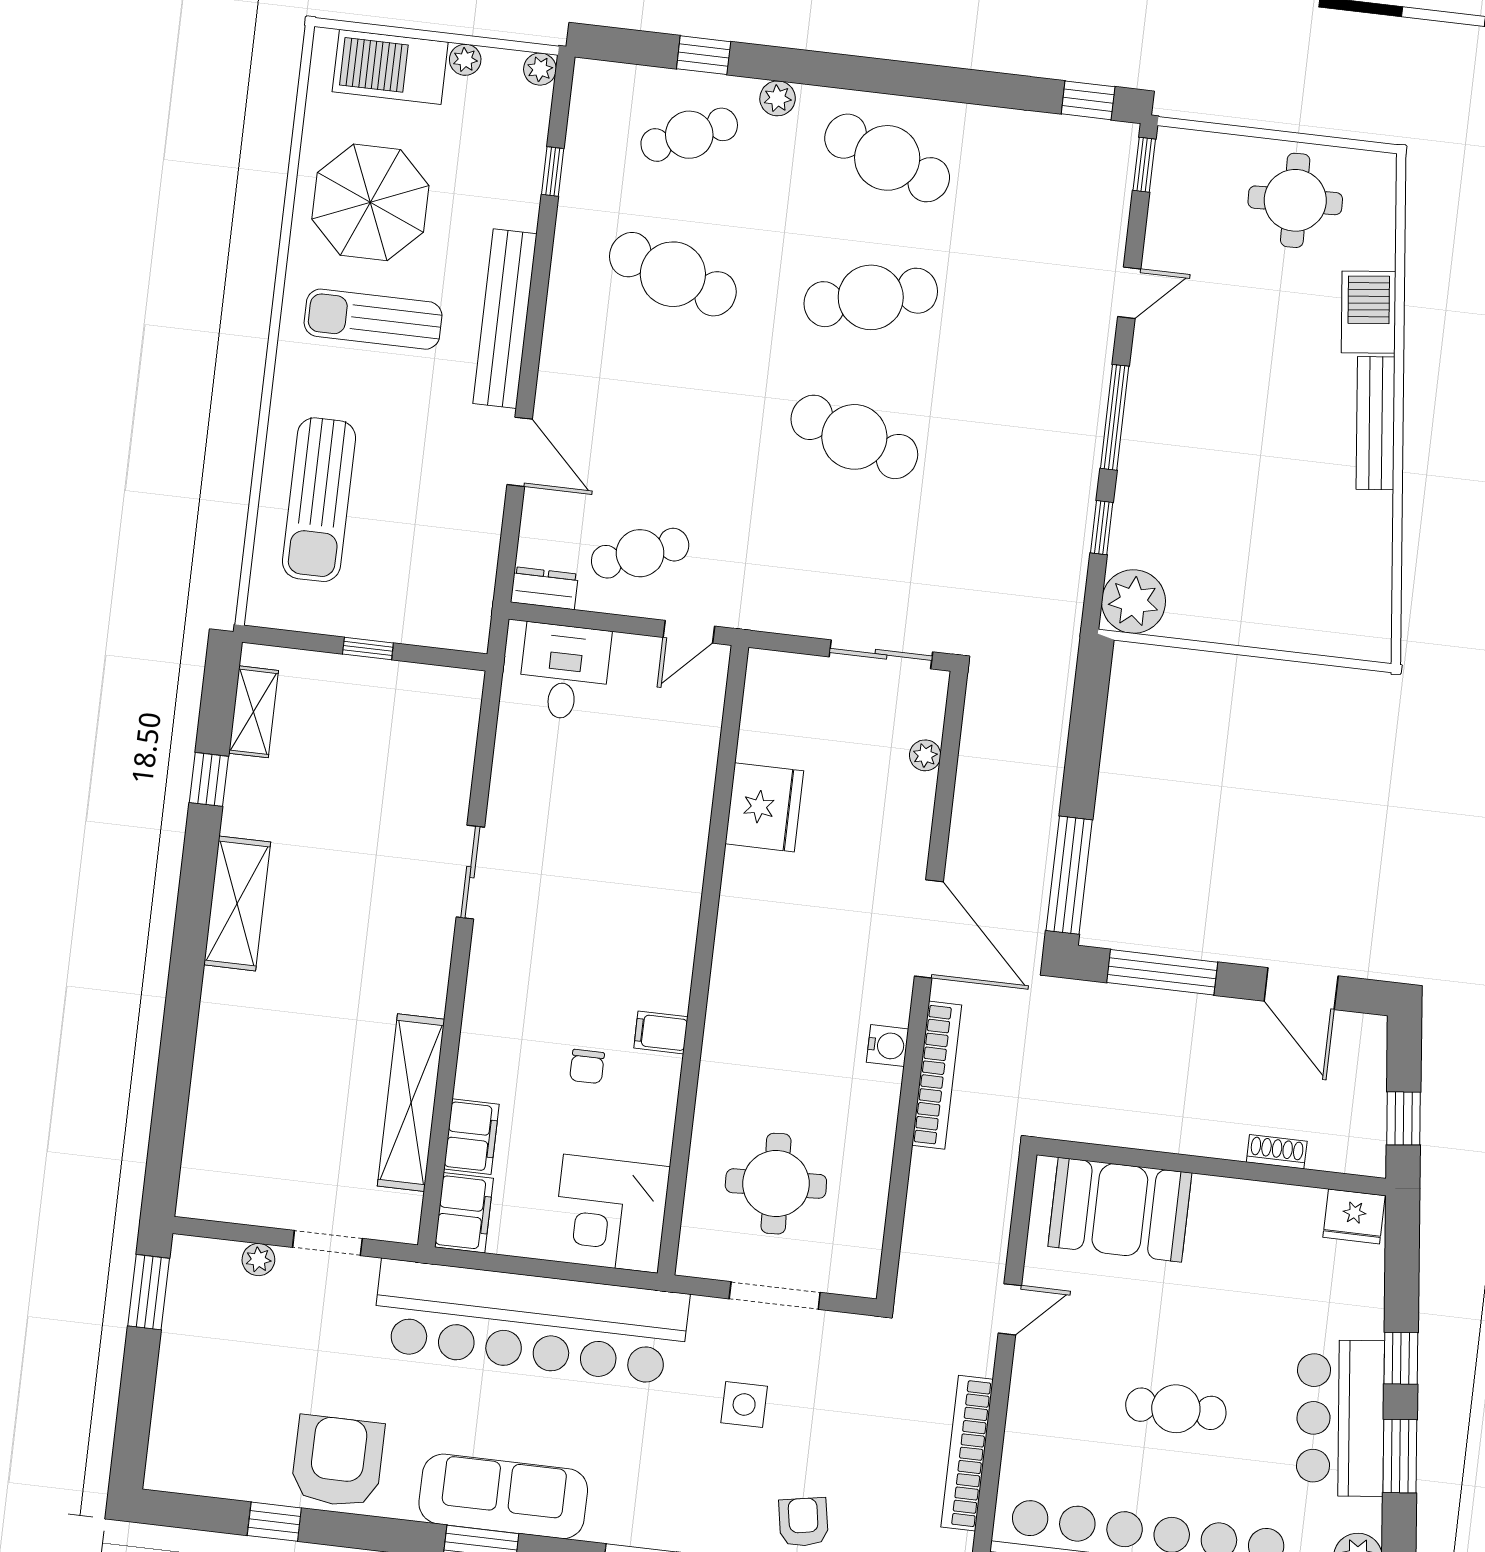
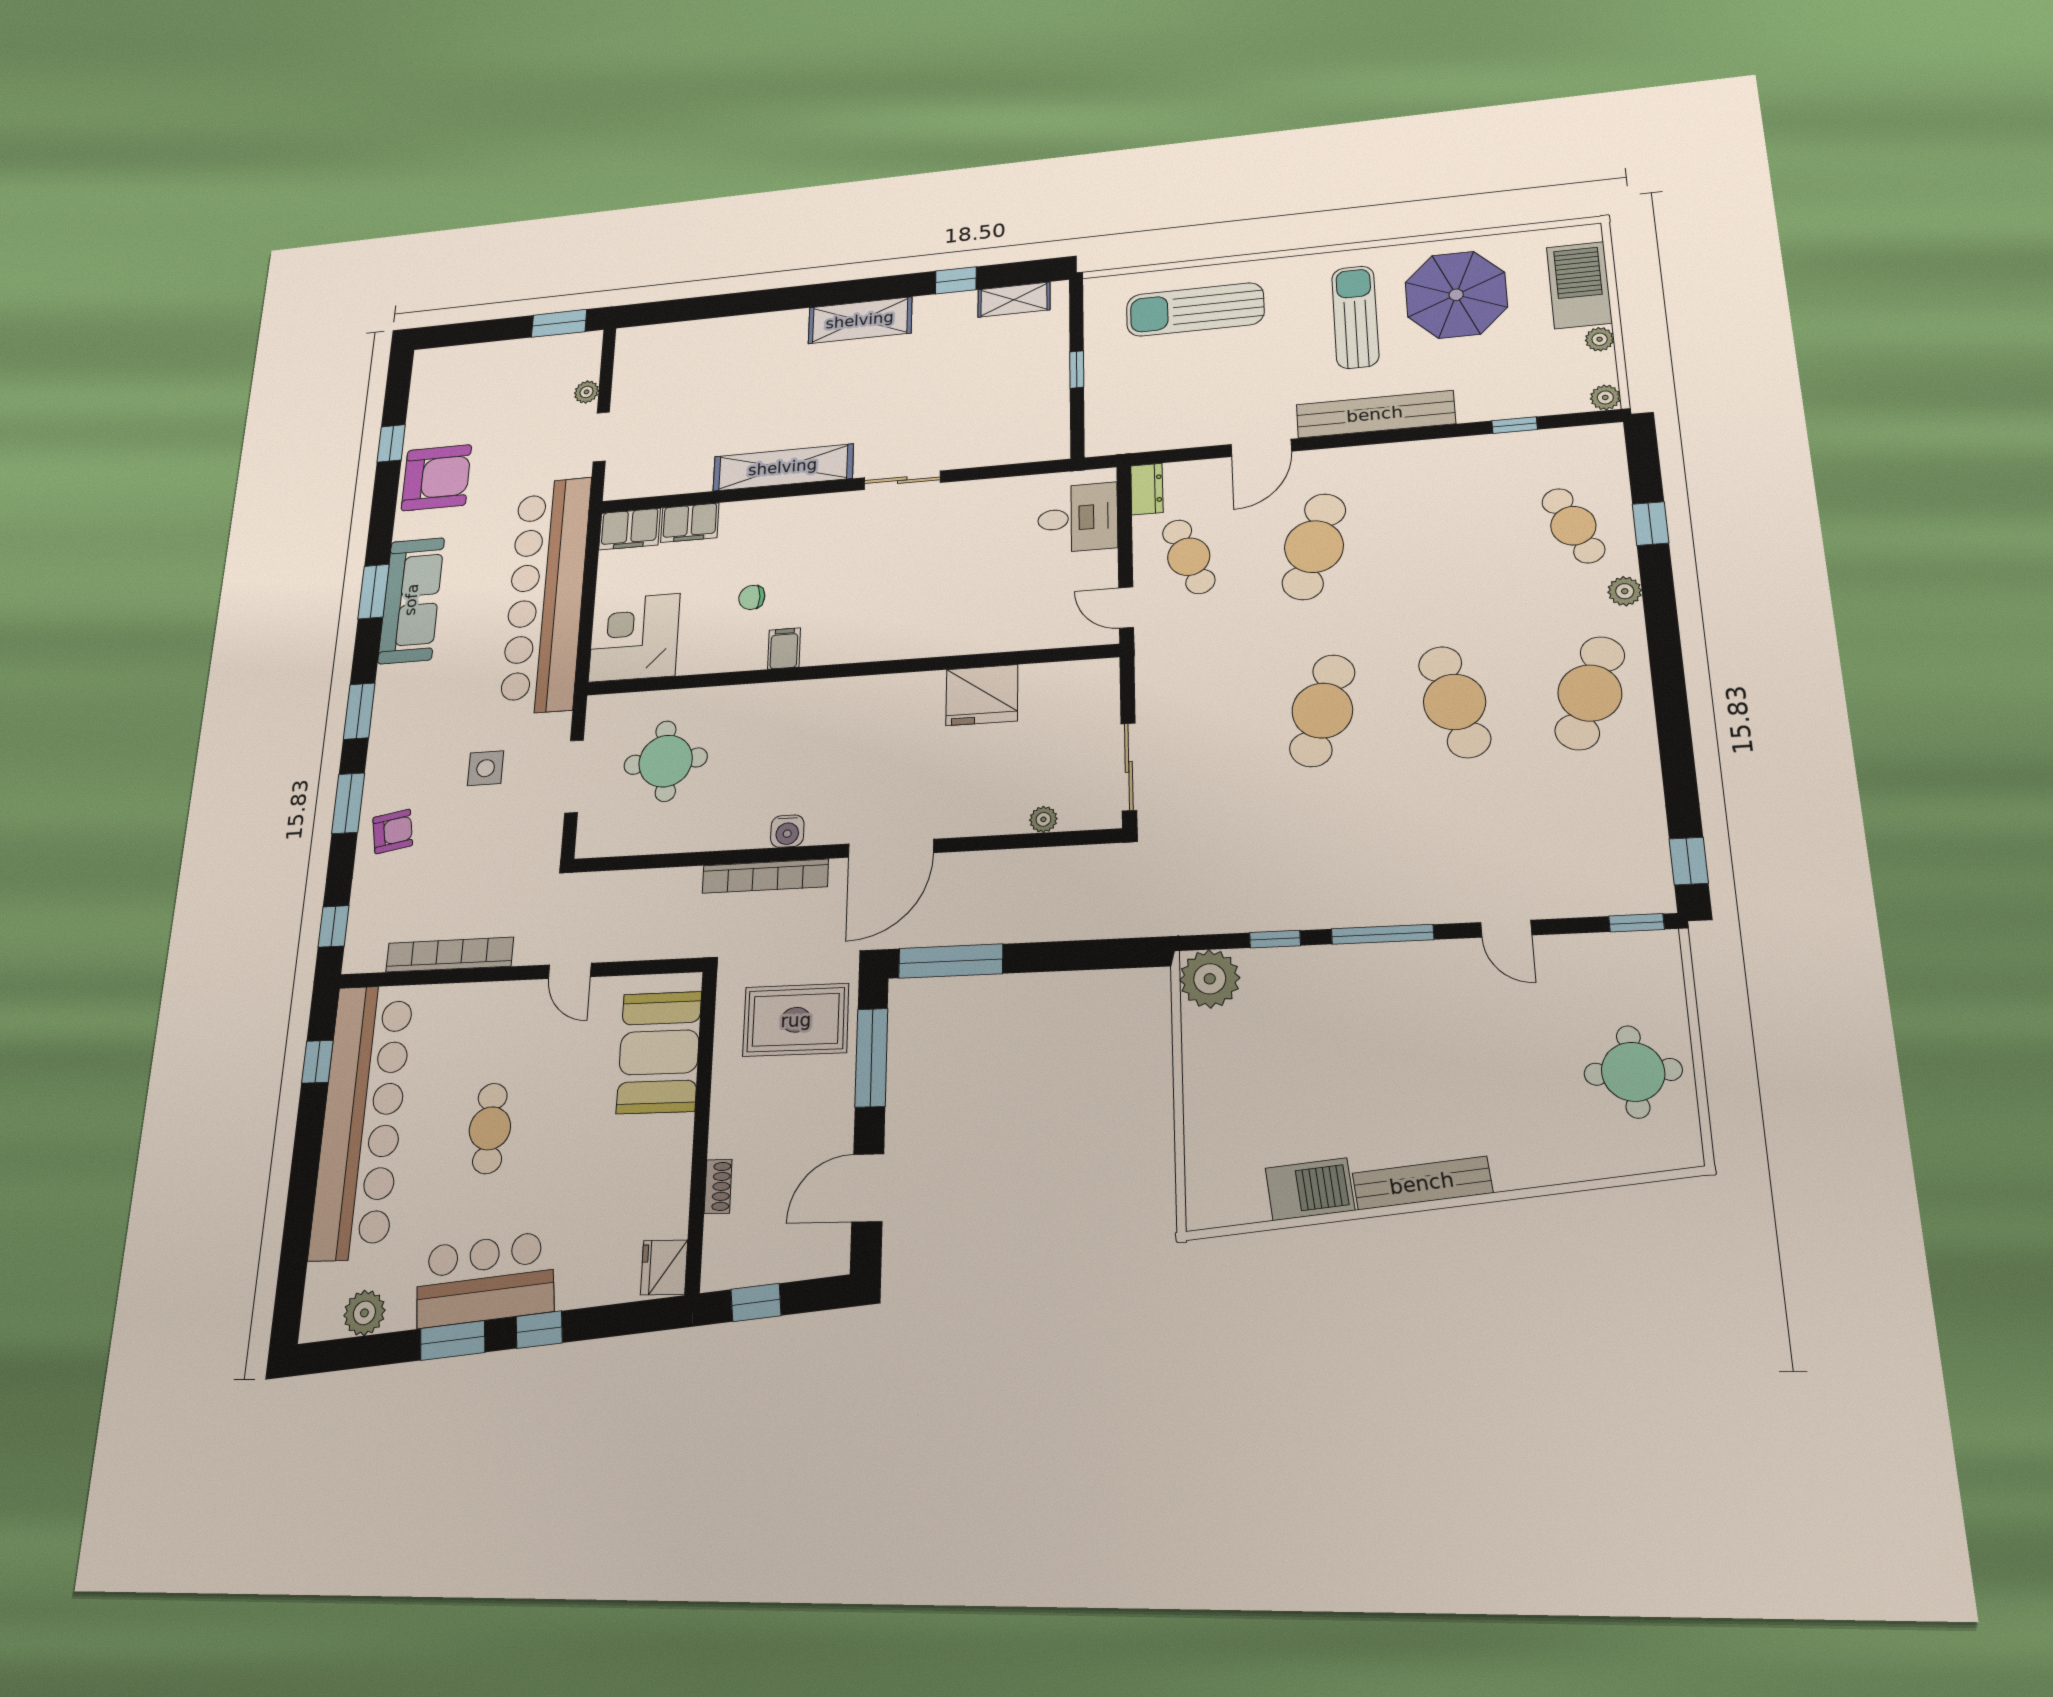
cafe table: (673, 274) -> (1314, 547), moved
barbecue: (1369, 312) -> (1310, 1189), moved
rug: (1107, 1052) -> (796, 1020), added
shelving: (411, 1103) -> (783, 467), moved

